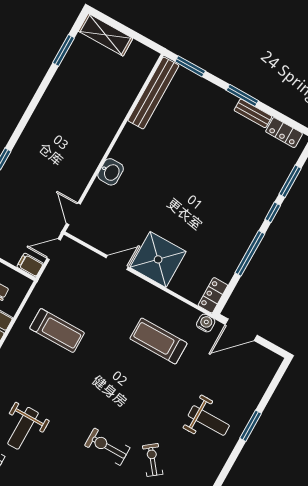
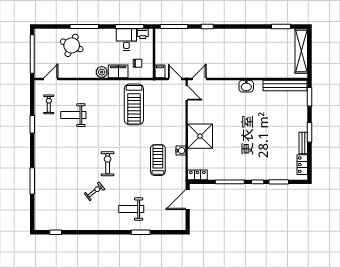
shelving: (106, 35) -> (301, 51), width x1.47
washbasin: (111, 172) -> (246, 86), moved
door: (117, 262) -> (187, 93), moved
water cooler: (206, 323) -> (181, 151), moved
door: (241, 330) -> (188, 200), hinge flipped
treadmill: (57, 331) -> (134, 104), width x1.37, depth x1.38
weight bench: (209, 421) -> (131, 209), turned 90
exercise bike: (107, 447) -> (108, 164), moved

